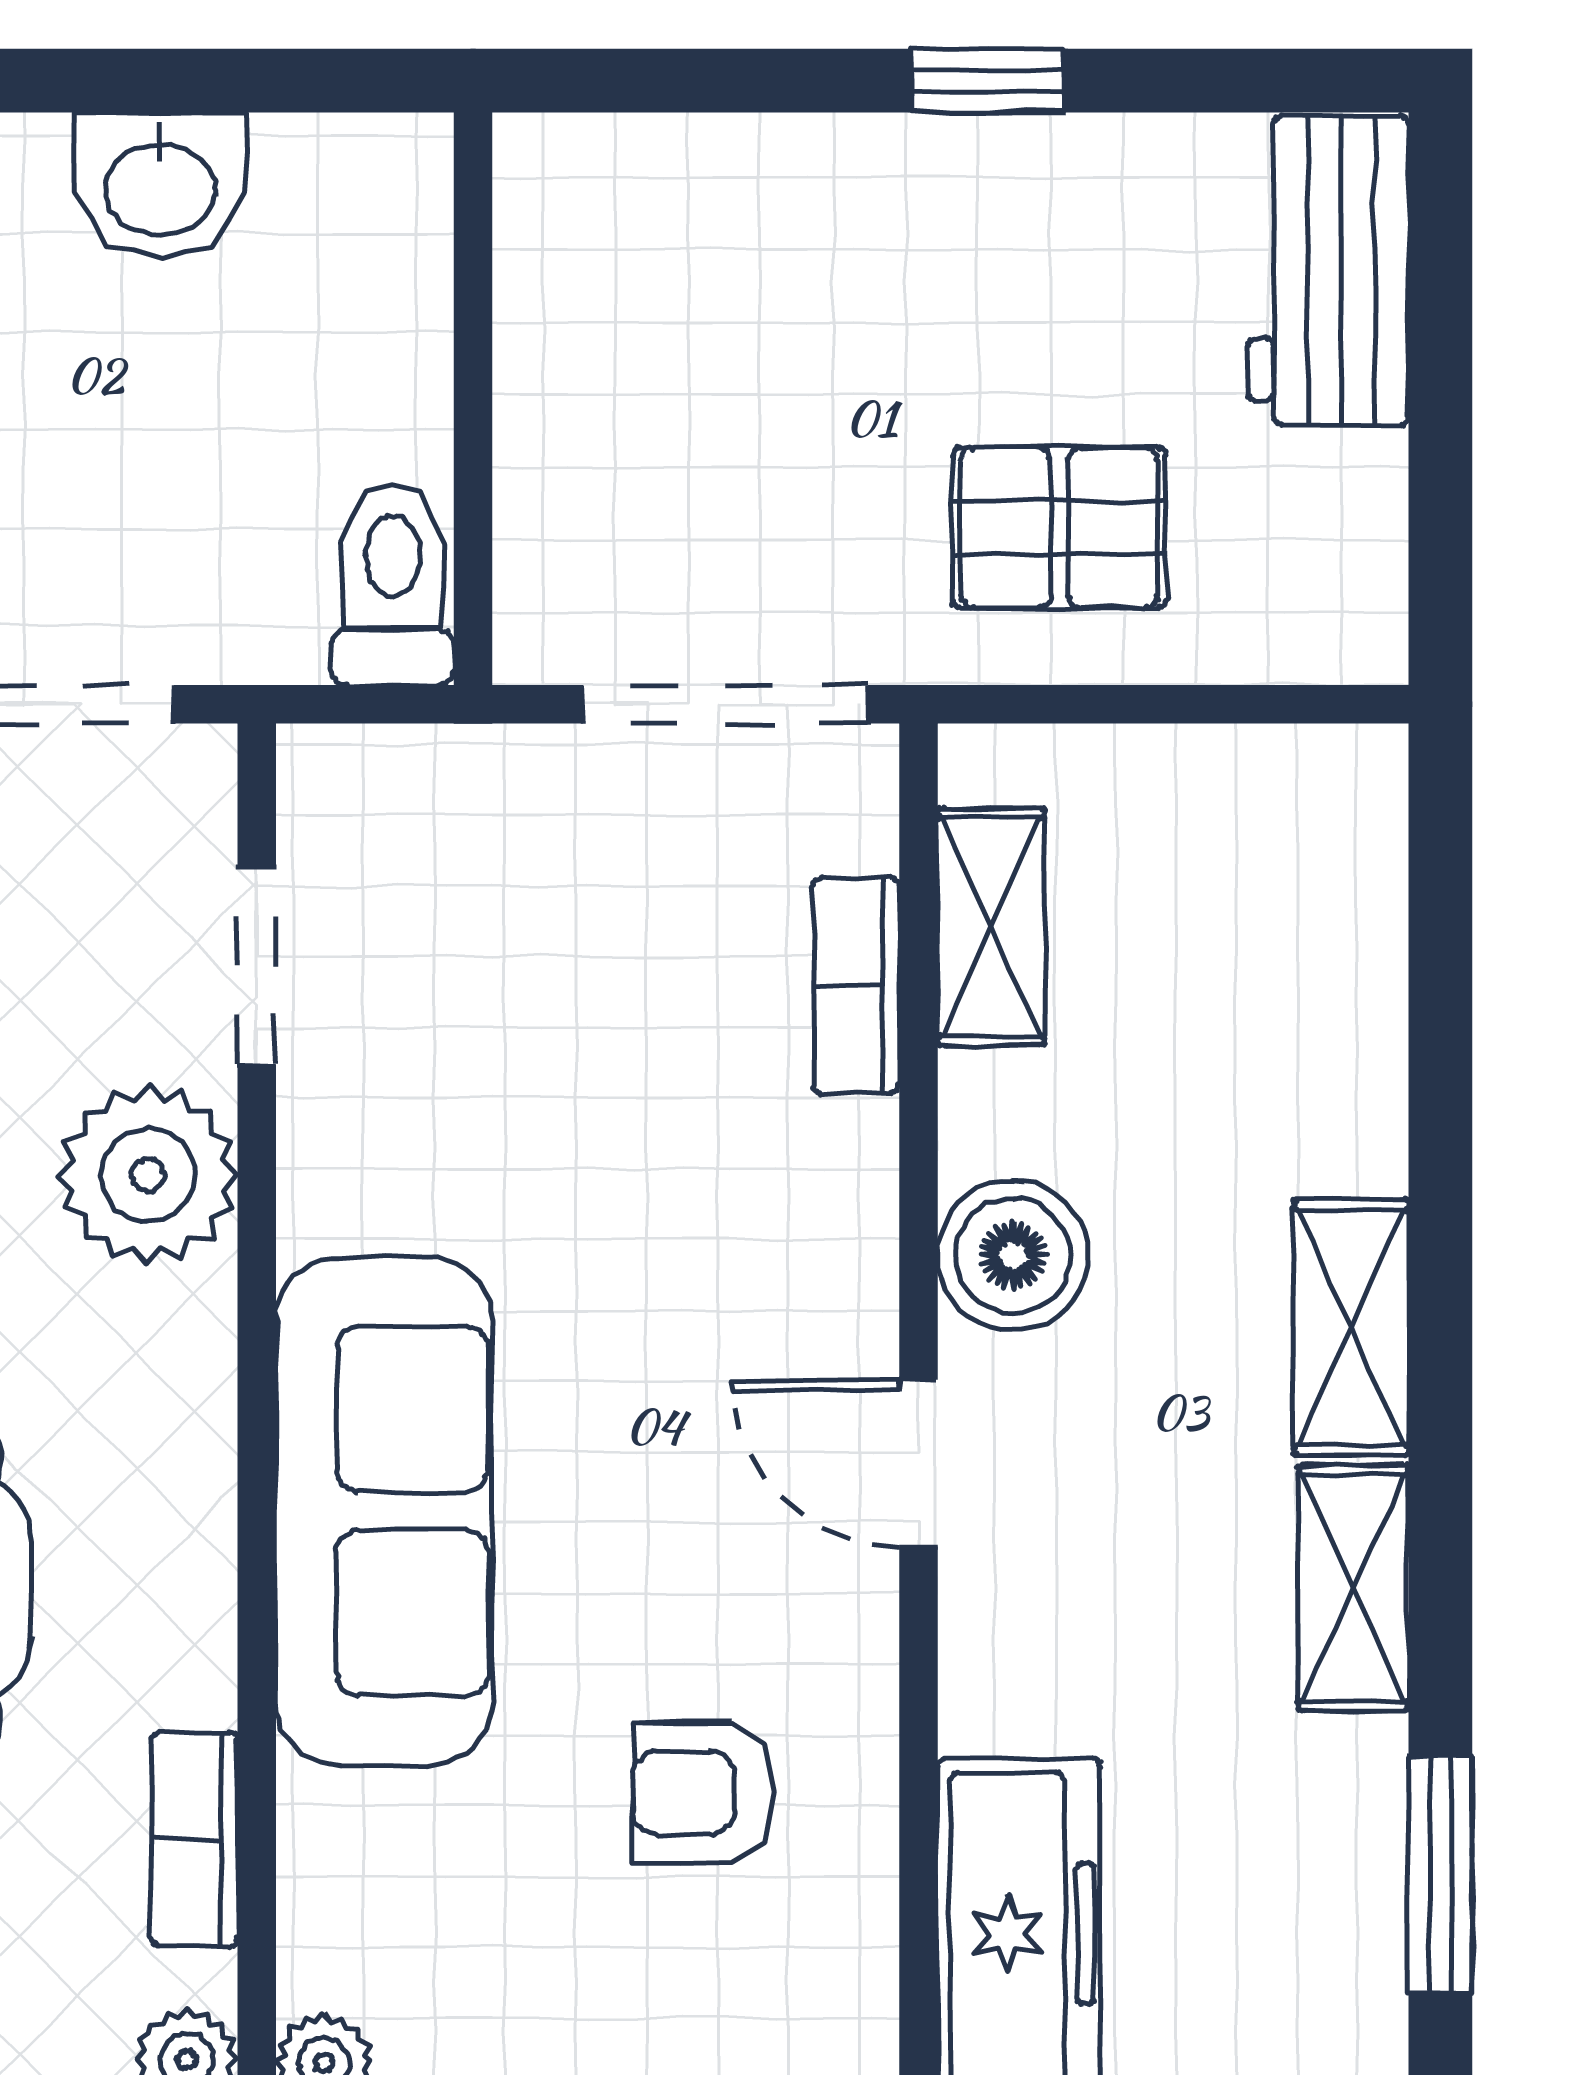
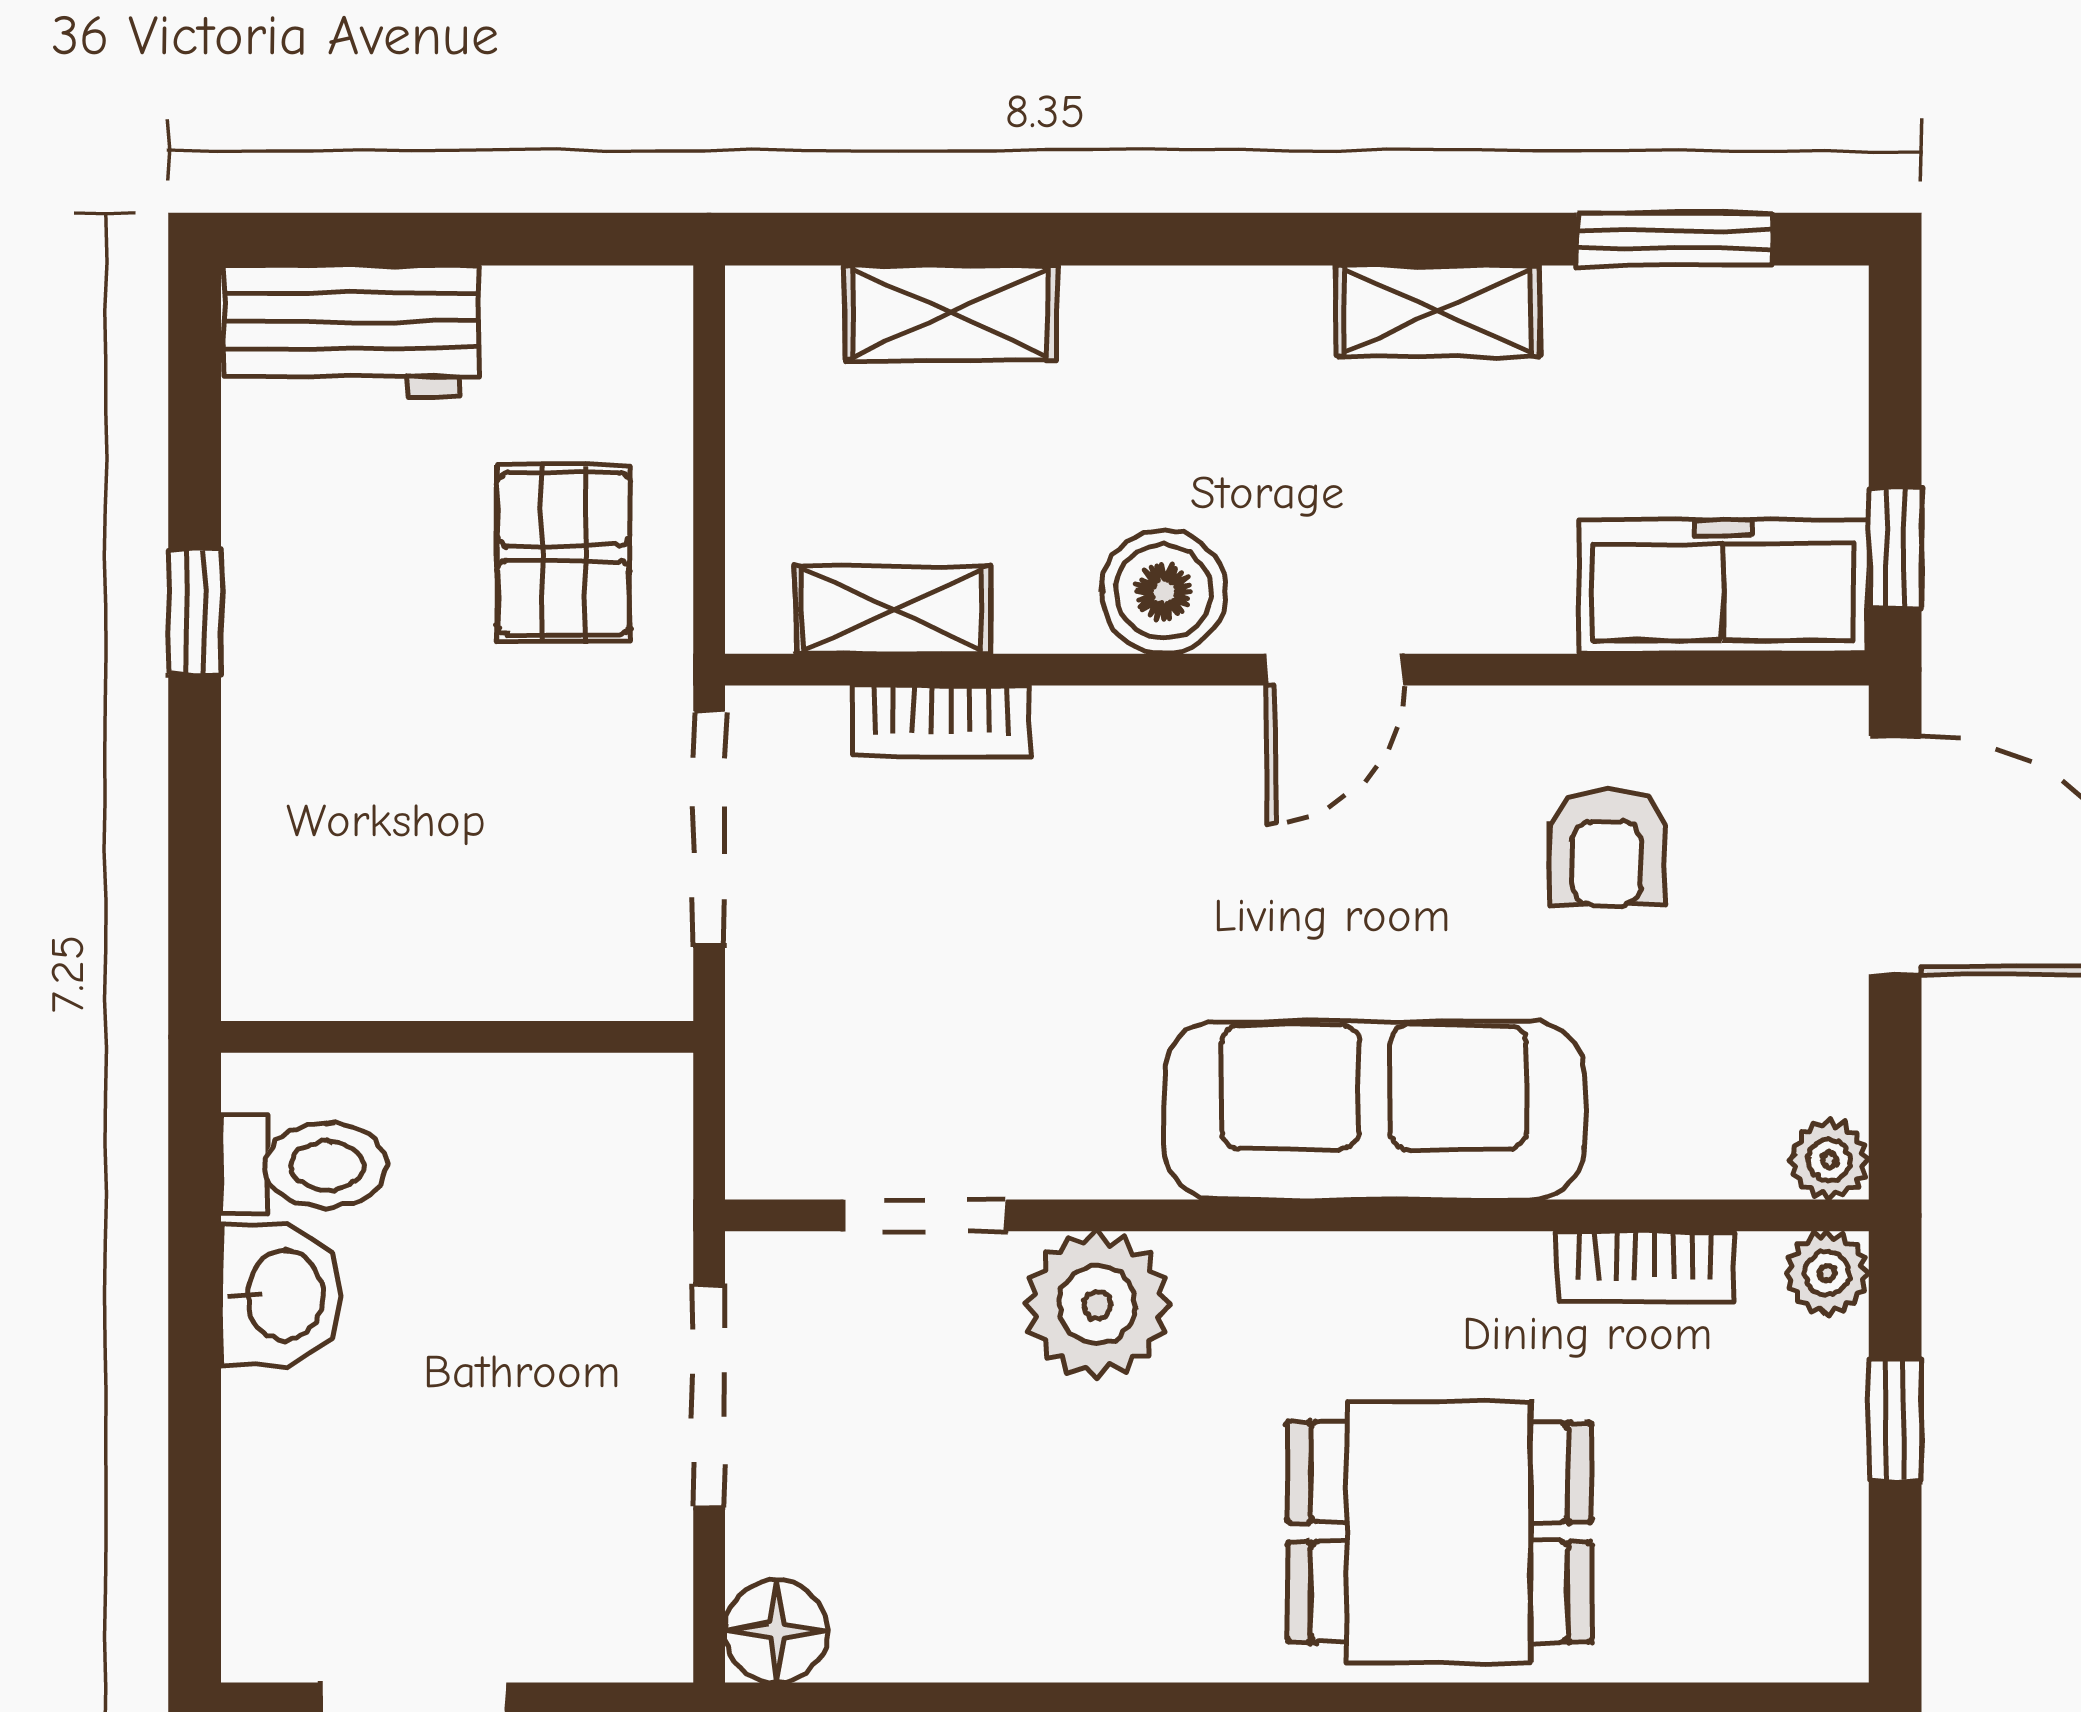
toilet: (393, 584) -> (304, 1165), moved, turned 180
shelving: (1351, 1327) -> (950, 313), moved

